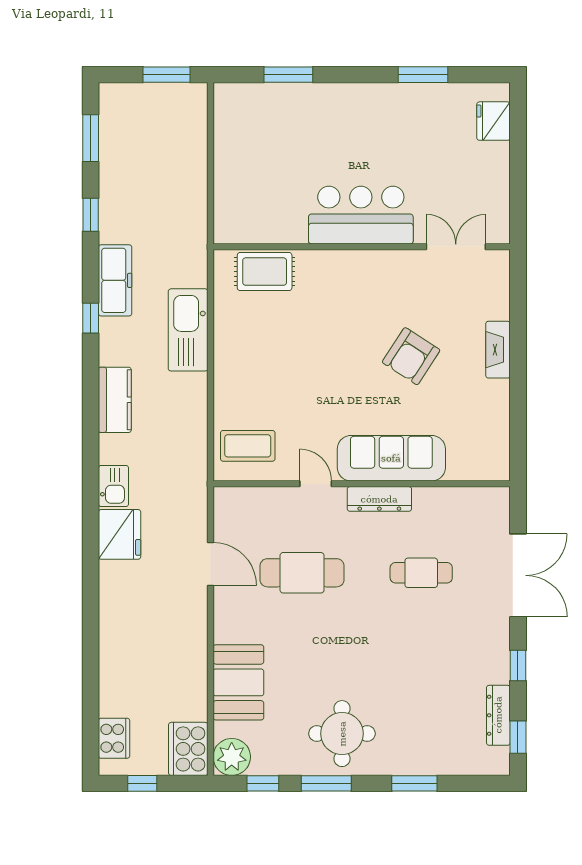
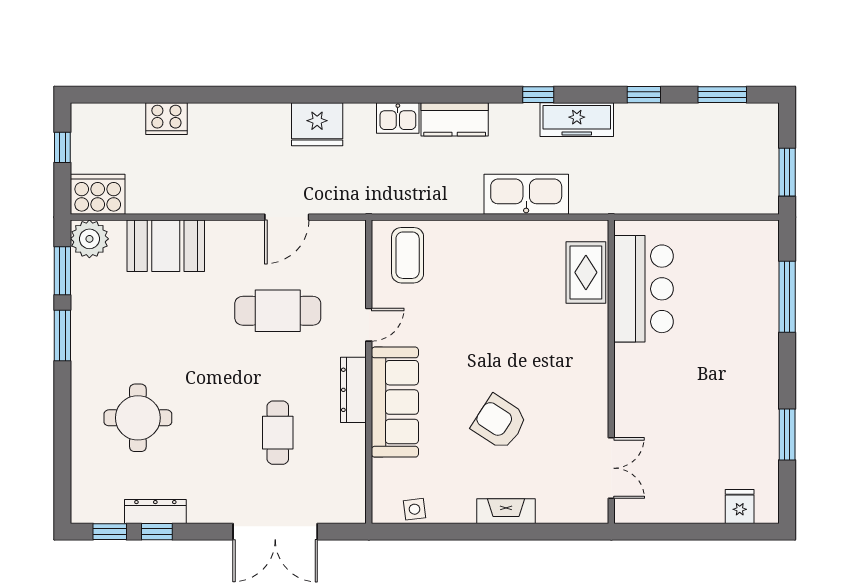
window: (288, 75) -> (787, 297), width x1.44
fridge: (493, 121) -> (740, 507), width x0.72
bar counter: (361, 215) -> (644, 289), moved
side table: (496, 439) -> (414, 509), added
kitchen sink: (113, 486) -> (398, 118), moved
cafe table: (302, 573) -> (278, 311), turned 90
window: (518, 665) -> (157, 532), moved
dresser: (498, 715) -> (155, 511), moved
round table: (342, 734) -> (138, 418), moved
cooker: (114, 738) -> (166, 119), moved
window: (263, 783) -> (62, 271), width x1.50
window: (414, 783) -> (62, 426), removed

